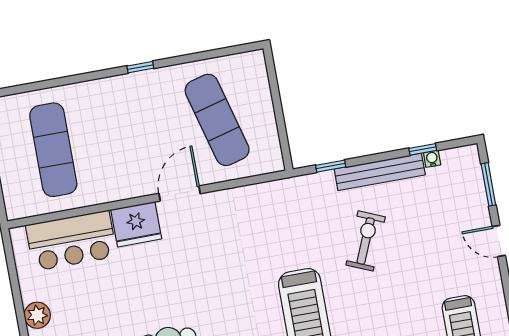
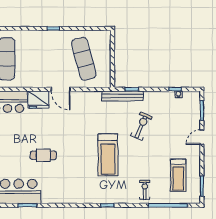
bench: (380, 172) -> (123, 96), moved
door: (180, 194) -> (61, 89), swing flipped
door: (499, 241) -> (202, 137), hinge flipped

